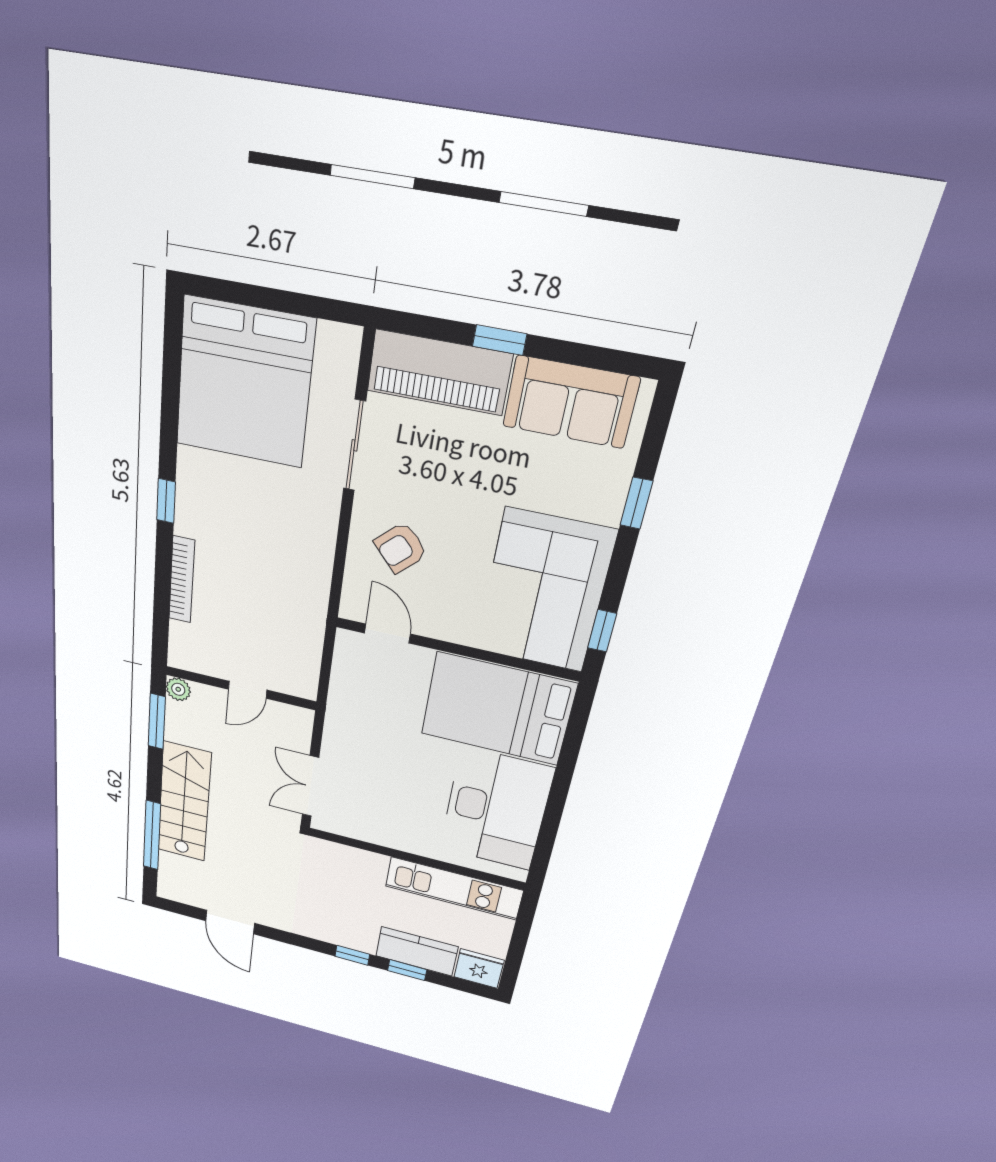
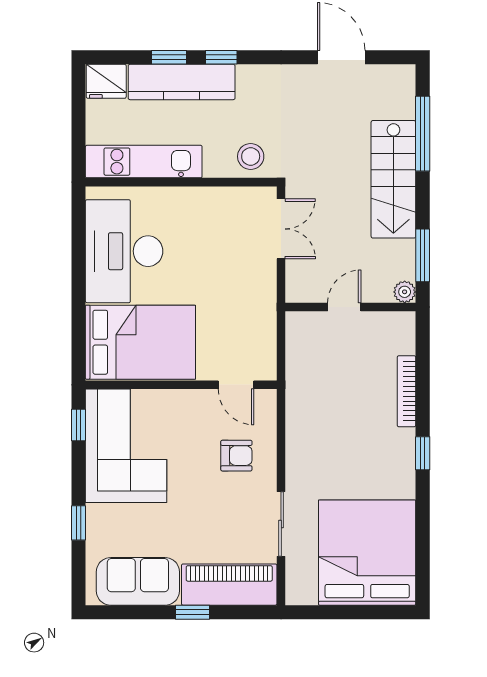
armchair: (401, 548) -> (236, 456), turned 43
stool: (335, 862) -> (251, 156), added
kitchen counter: (417, 951) -> (182, 82), width x1.50

